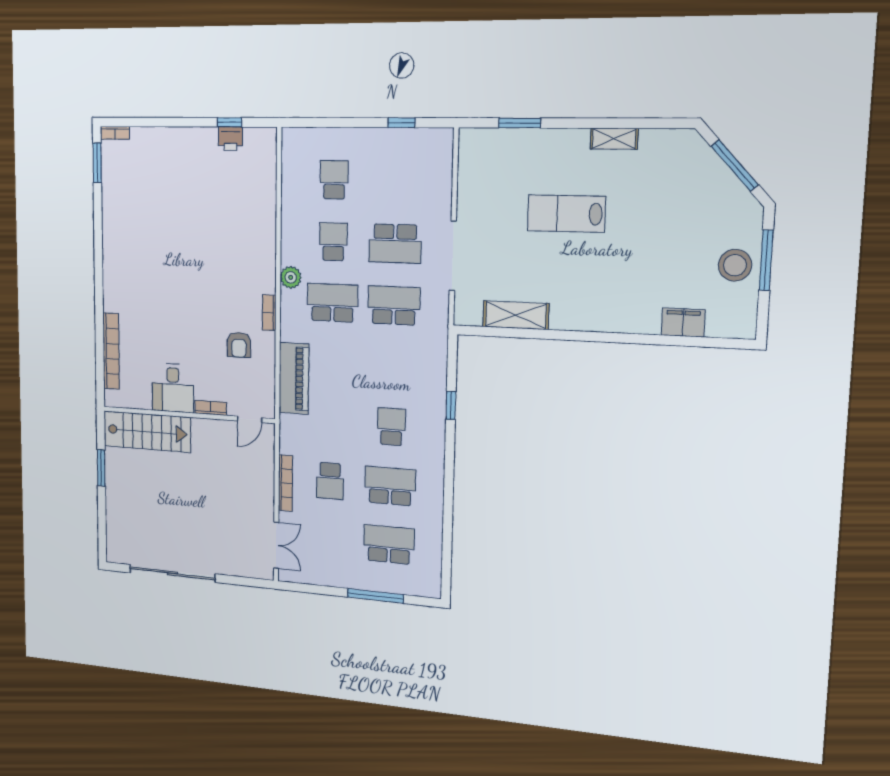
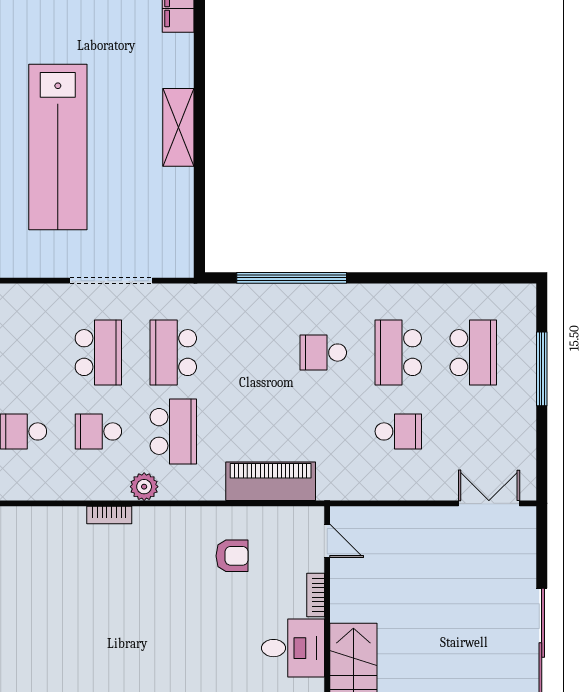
lab bench: (566, 214) -> (58, 147), width x1.86, depth x1.39
school desk: (332, 303) -> (173, 431), turned 180
bookcase: (269, 313) -> (109, 515), moved
shelving: (516, 315) -> (178, 127), moved
window: (451, 405) -> (292, 278), width x3.17
bookcase: (285, 483) -> (406, 491), removed
school desk: (389, 545) -> (473, 353), turned 180

